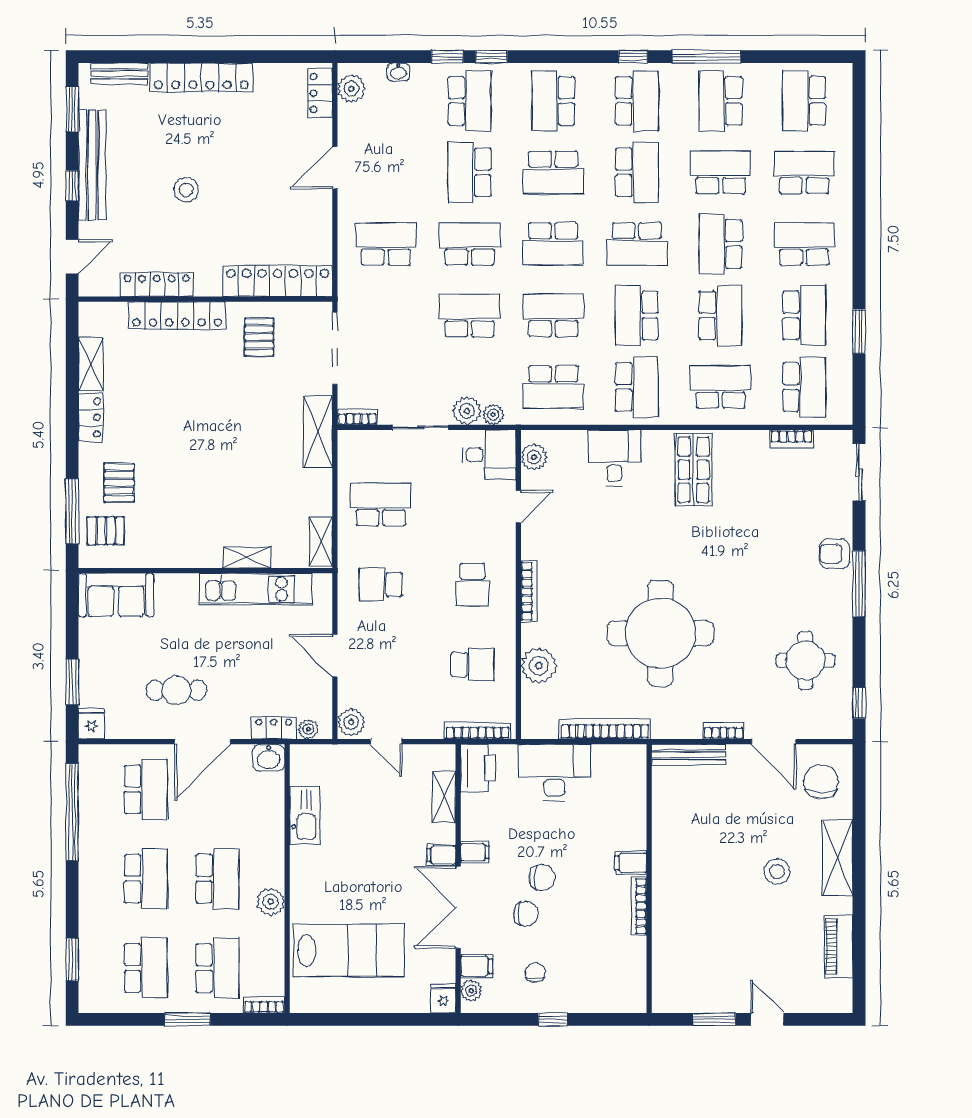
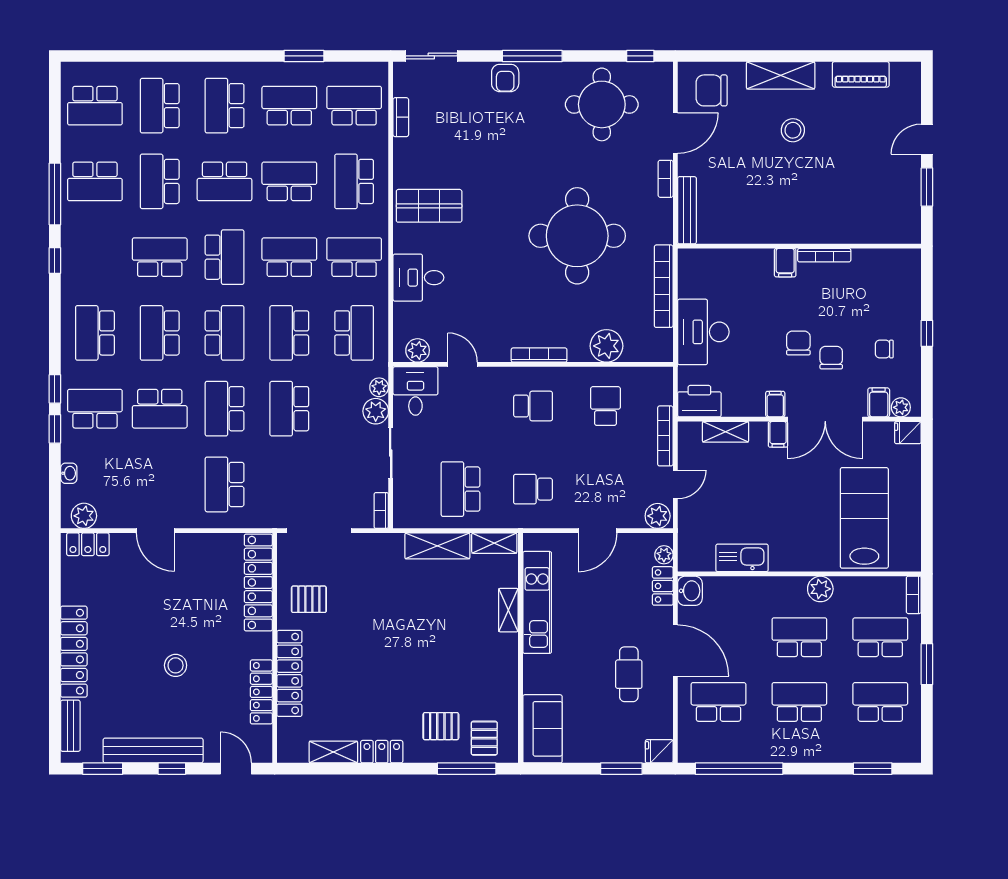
school desk: (553, 101) -> (95, 333), turned 90
school desk: (637, 101) -> (95, 257), removed
school desk: (553, 172) -> (160, 333), turned 180
school desk: (637, 315) -> (289, 257), turned 180
shelving: (318, 432) -> (437, 546), moved
school desk: (381, 585) -> (533, 489), turned 90
round table: (805, 660) -> (602, 104), width x1.36, depth x1.36
bookcase: (478, 731) -> (665, 436), moved

